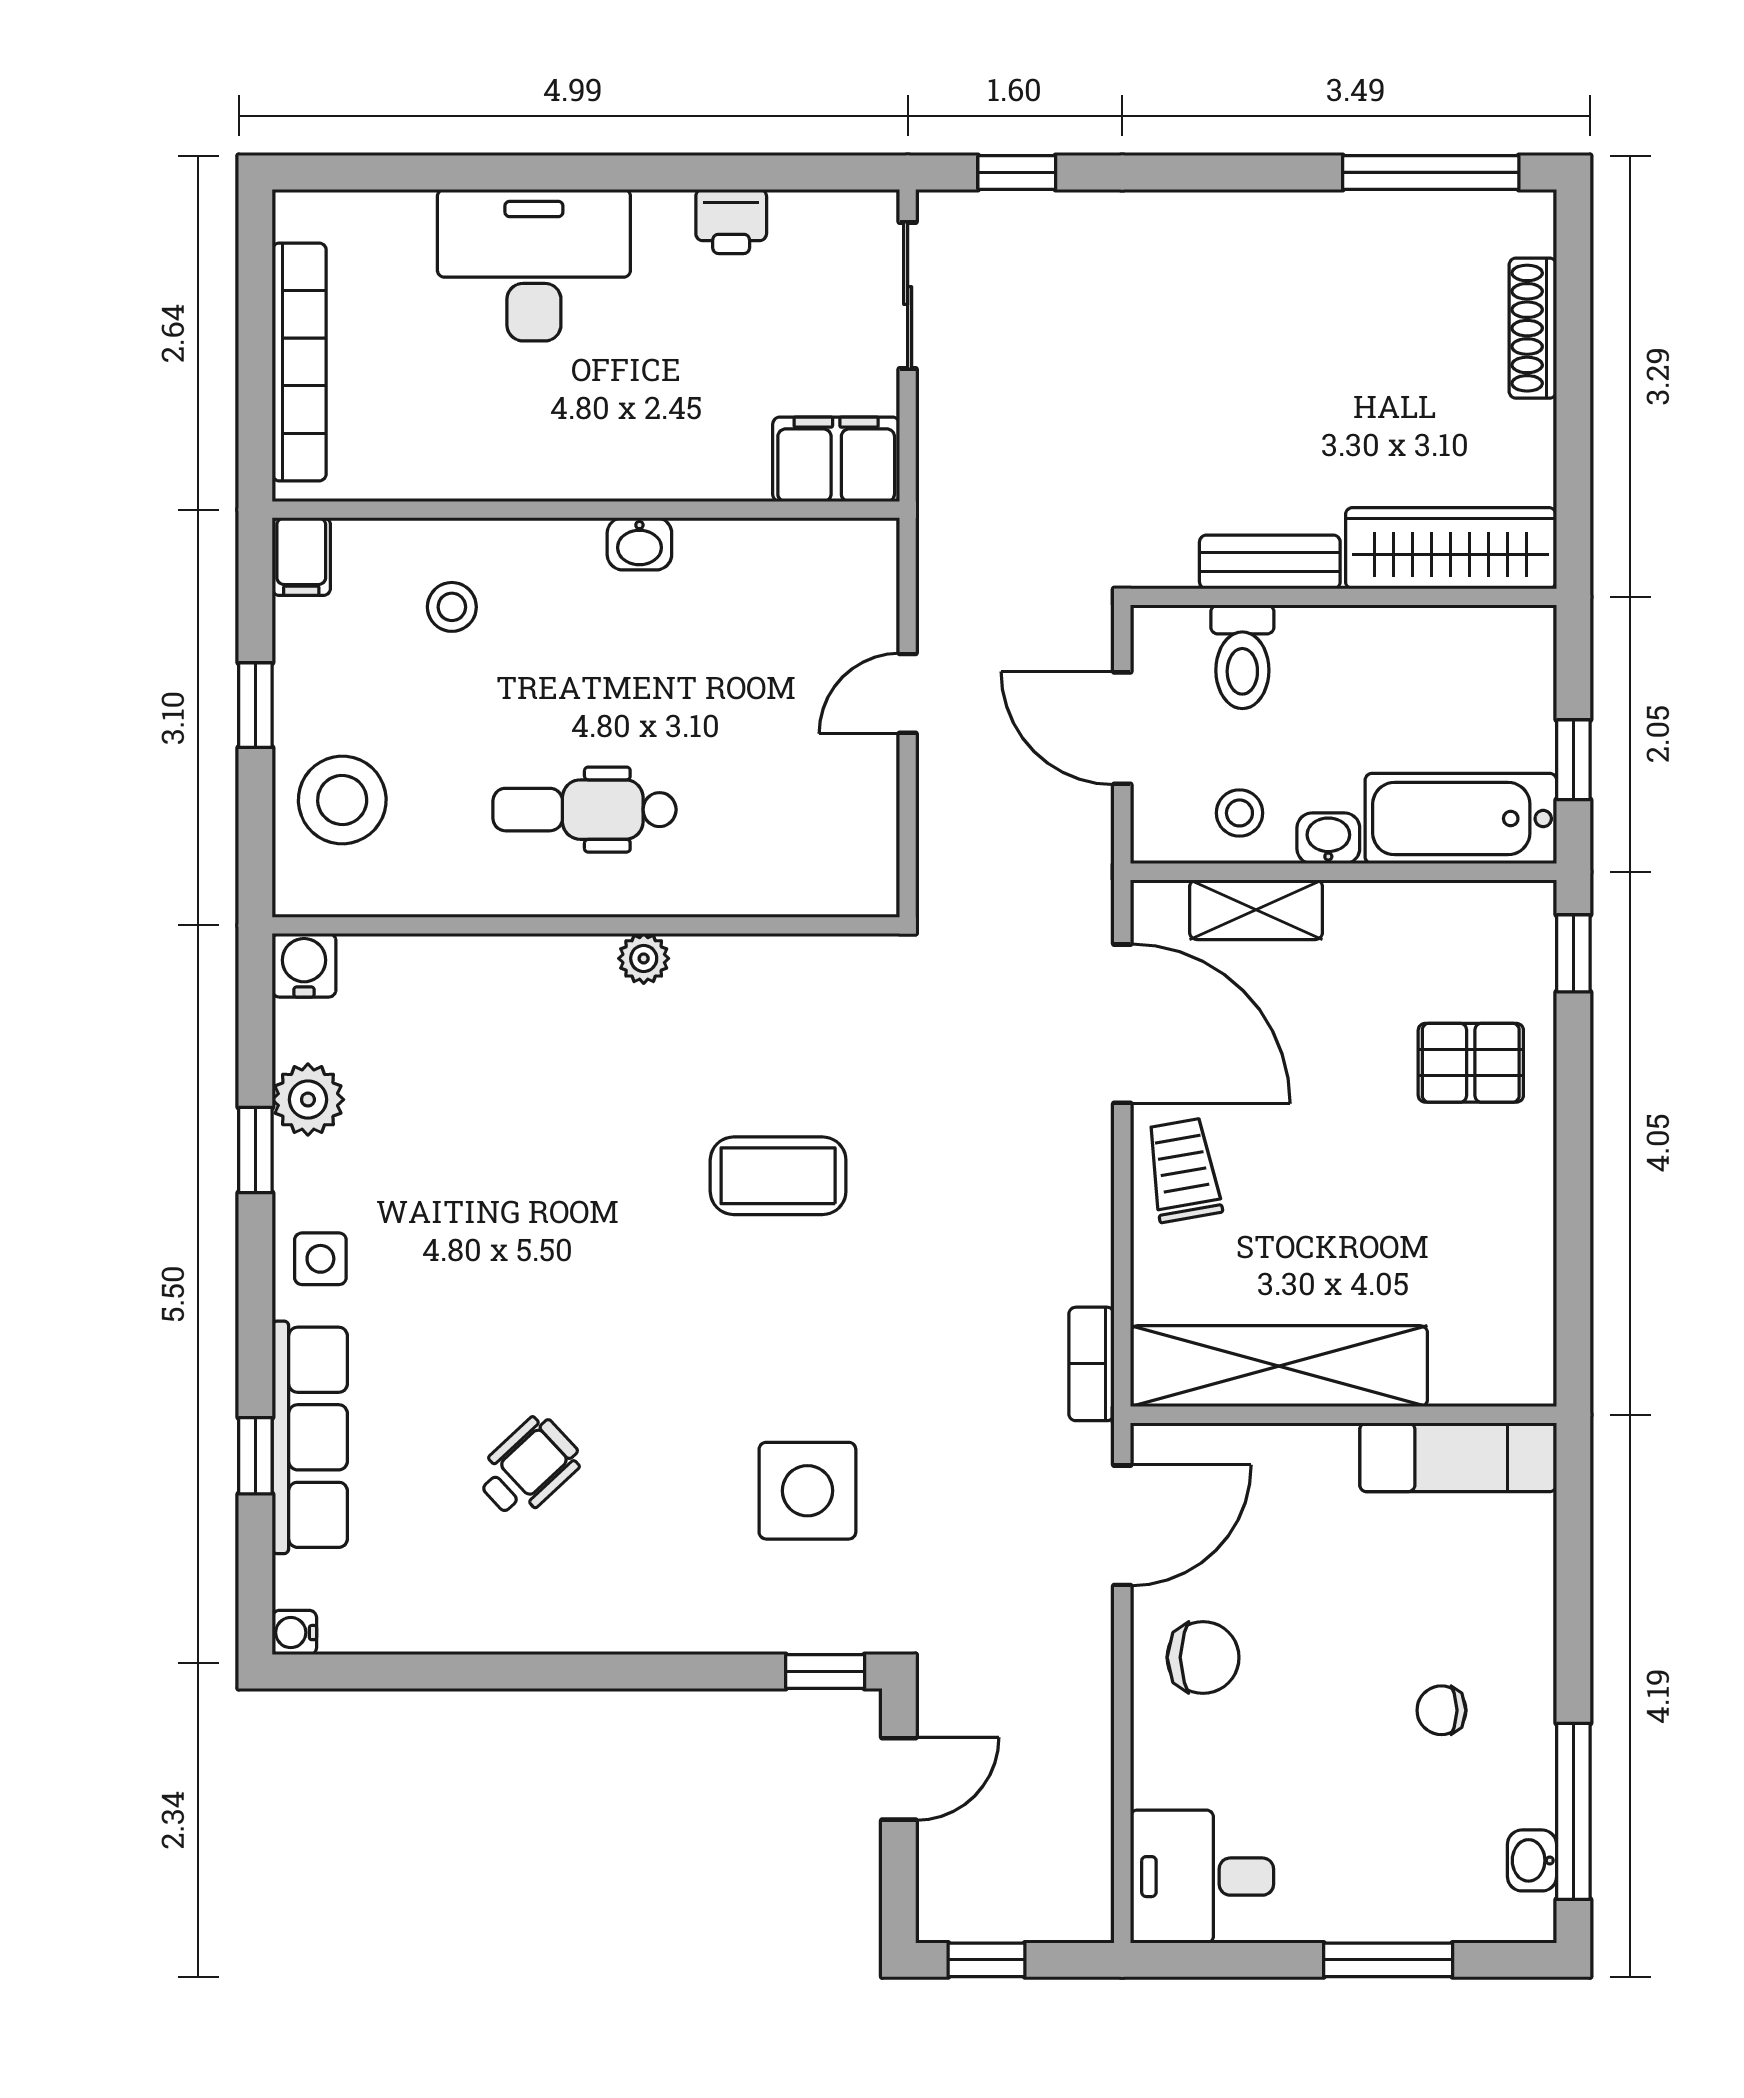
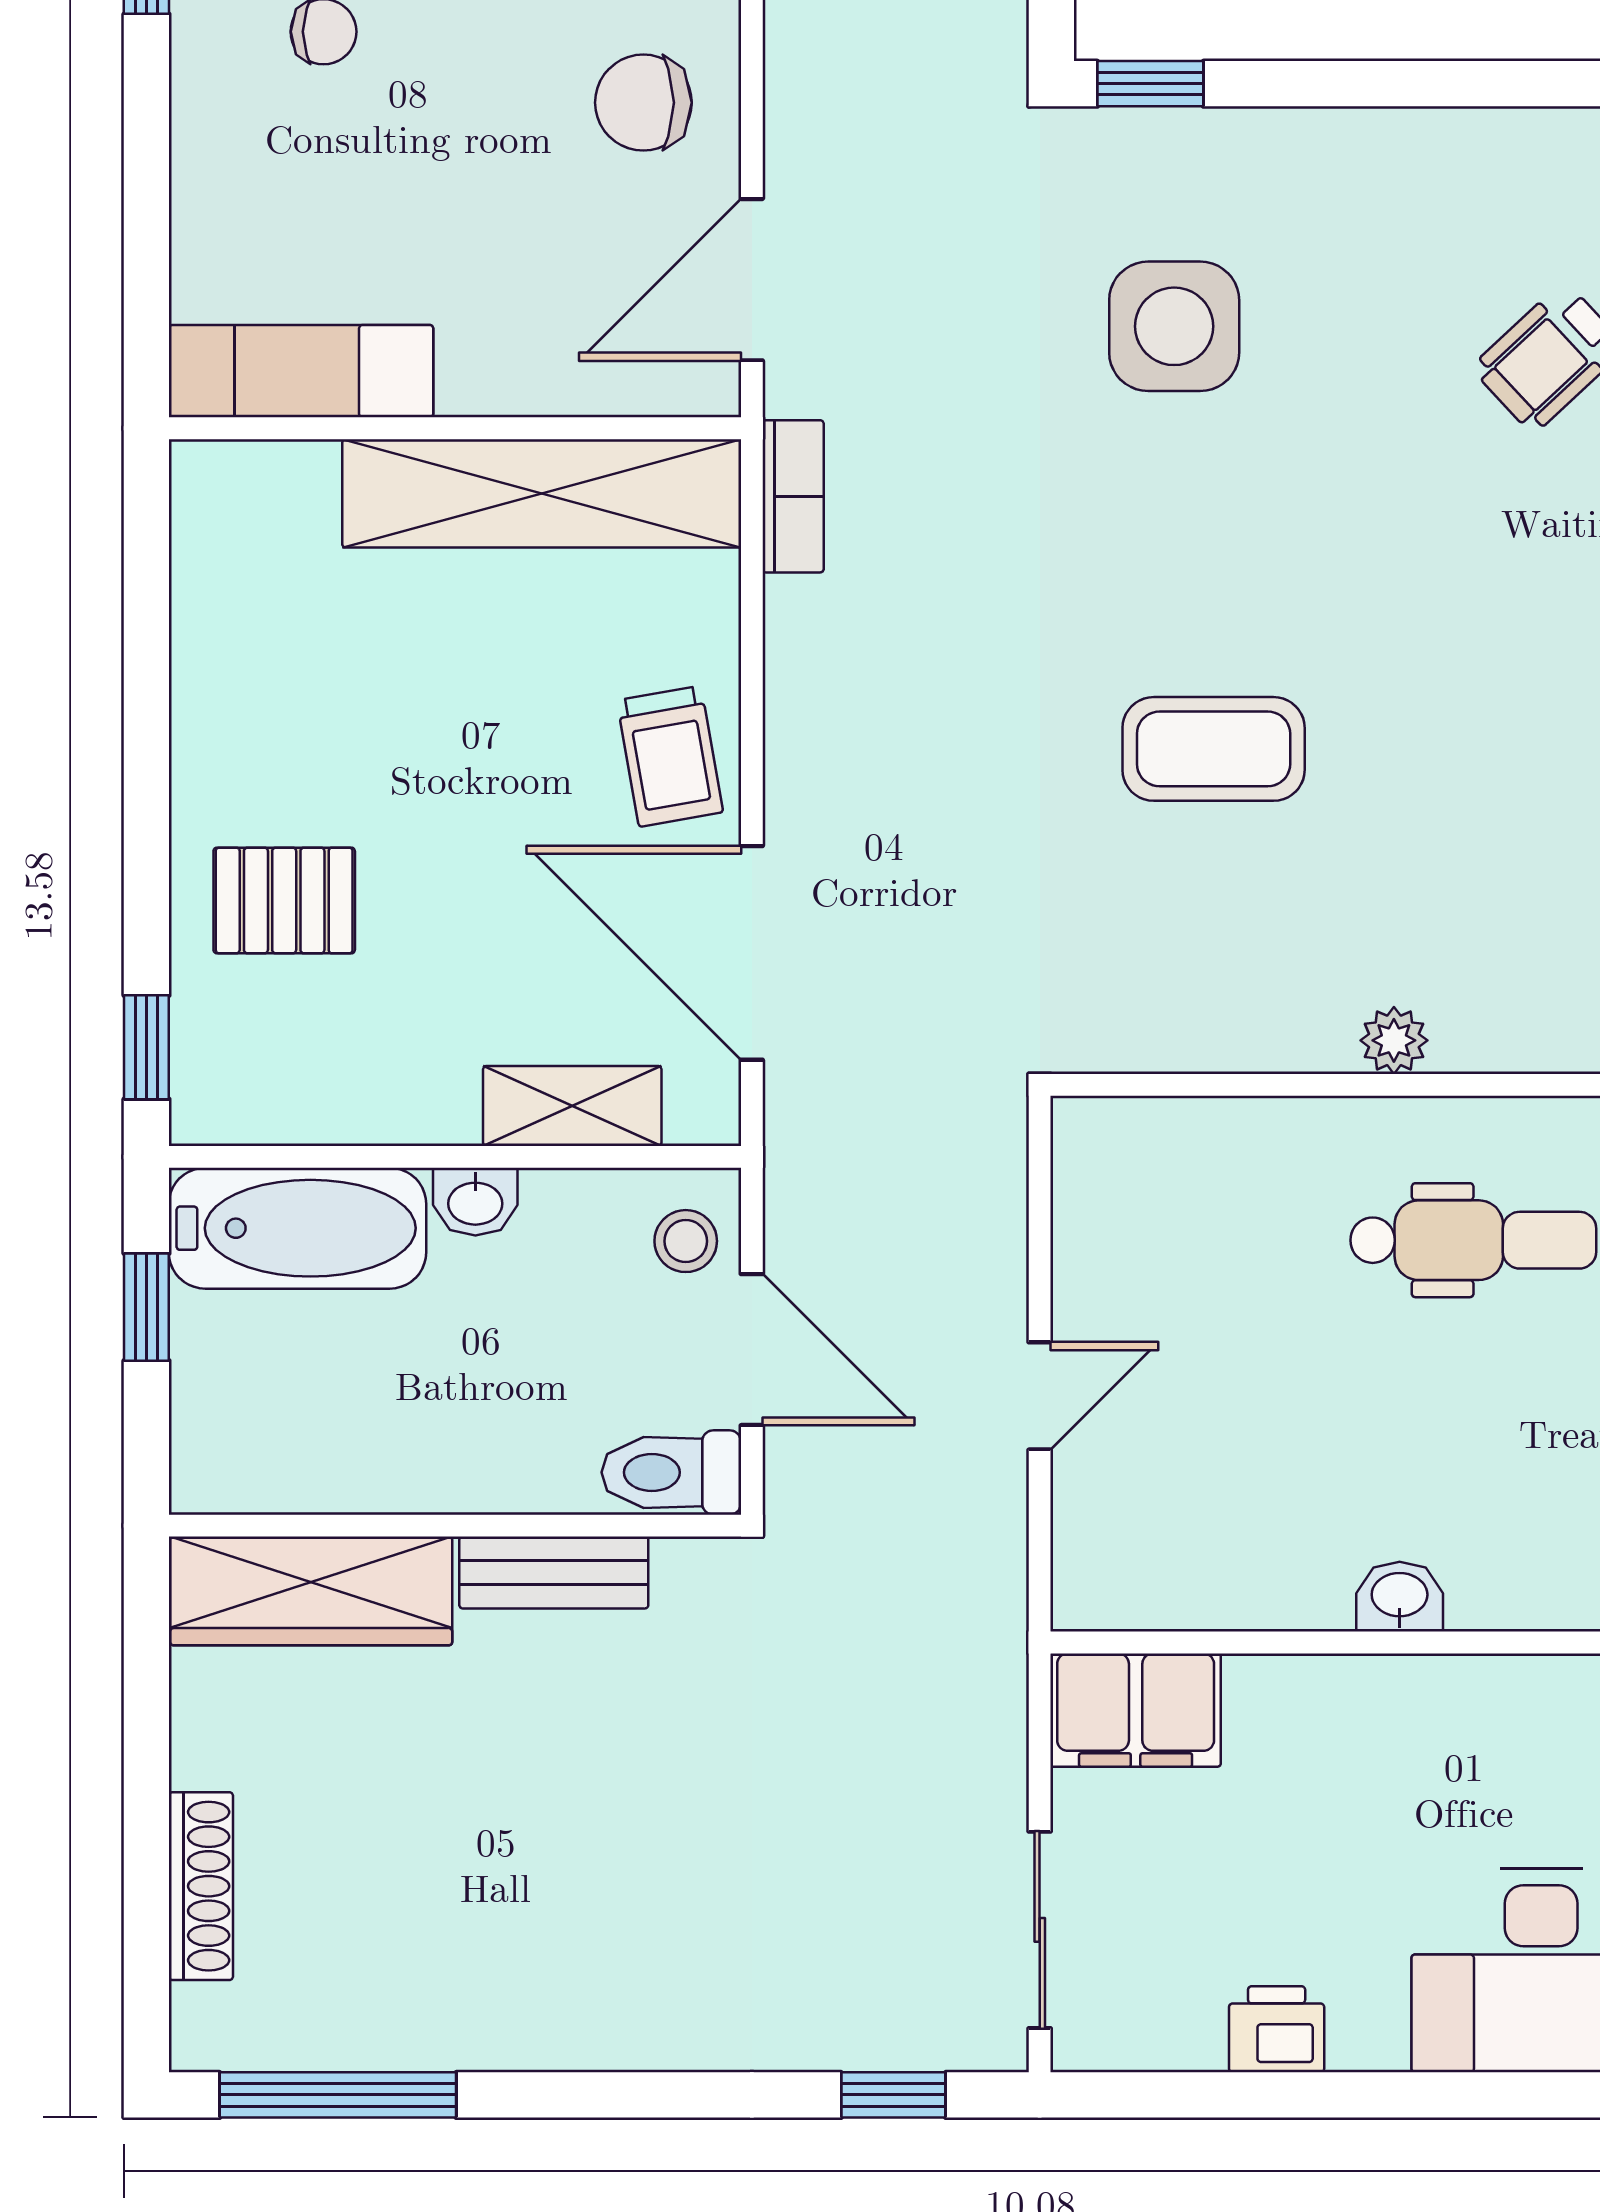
toilet: (1242, 657) -> (671, 1472), moved, turned -90
stool: (1239, 813) -> (686, 1241), moved

